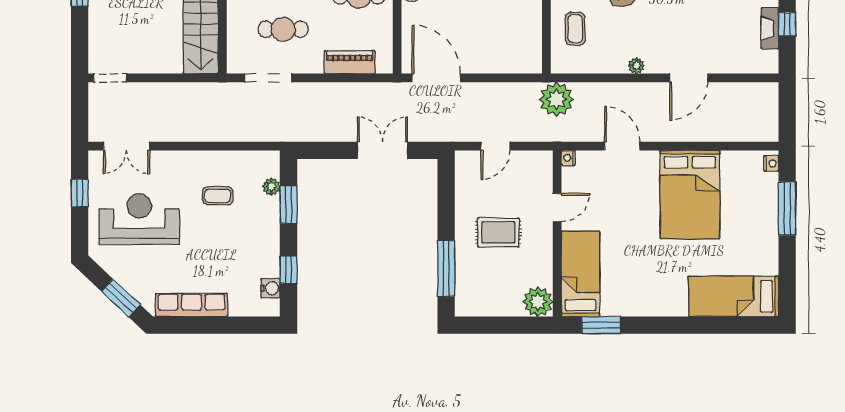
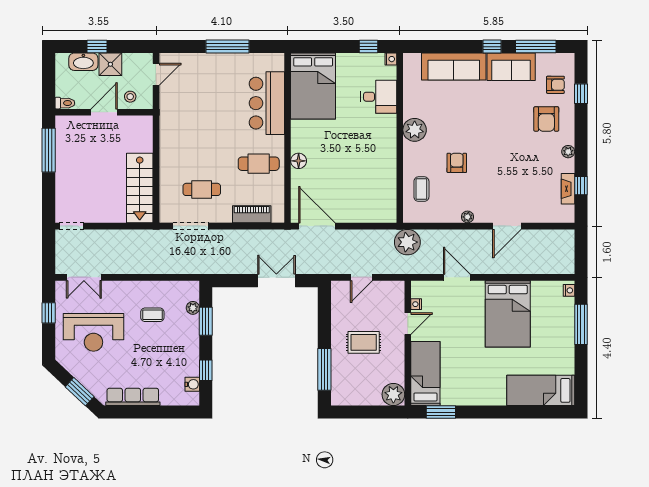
nightstand: (568, 158) -> (416, 304), moved
reception desk: (139, 219) -> (93, 332), turned 180

